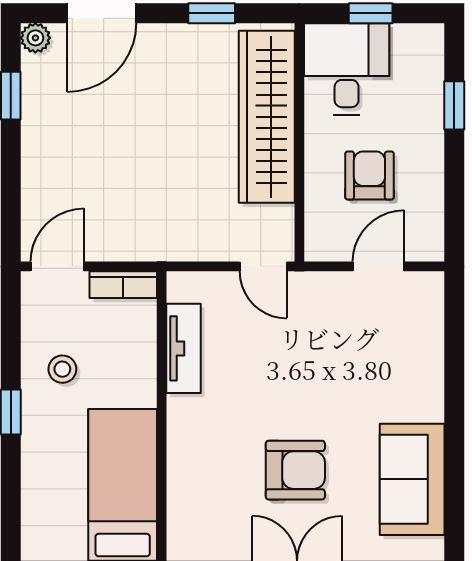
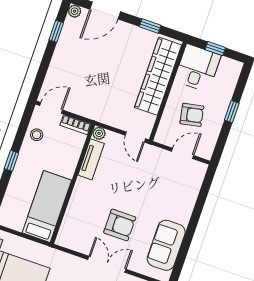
window: (454, 105) -> (232, 112), moved
armchair: (369, 175) -> (192, 115), turned 79
plant: (181, 286) -> (99, 133), added
stool: (62, 369) -> (37, 135), moved

